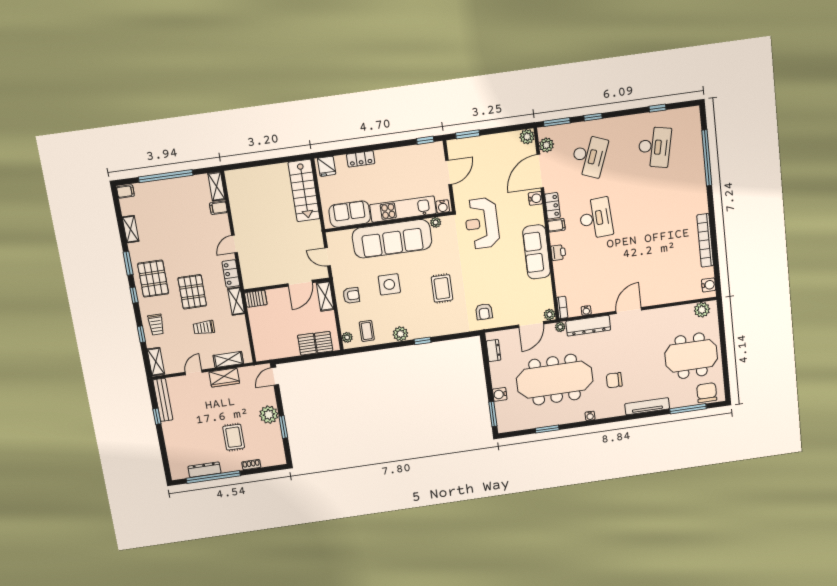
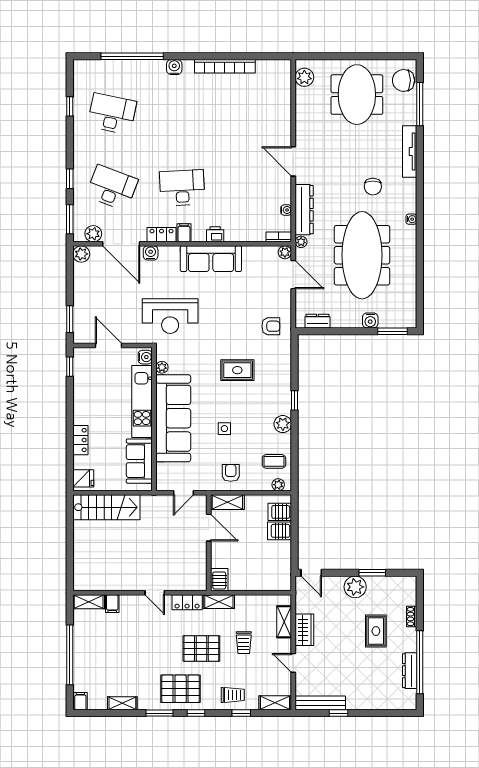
side table: (389, 284) -> (224, 429), width x0.54, depth x0.54
water cooler: (709, 285) -> (174, 67), moved
window: (547, 429) -> (420, 271), removed
rug: (234, 437) -> (376, 631), turned 90

